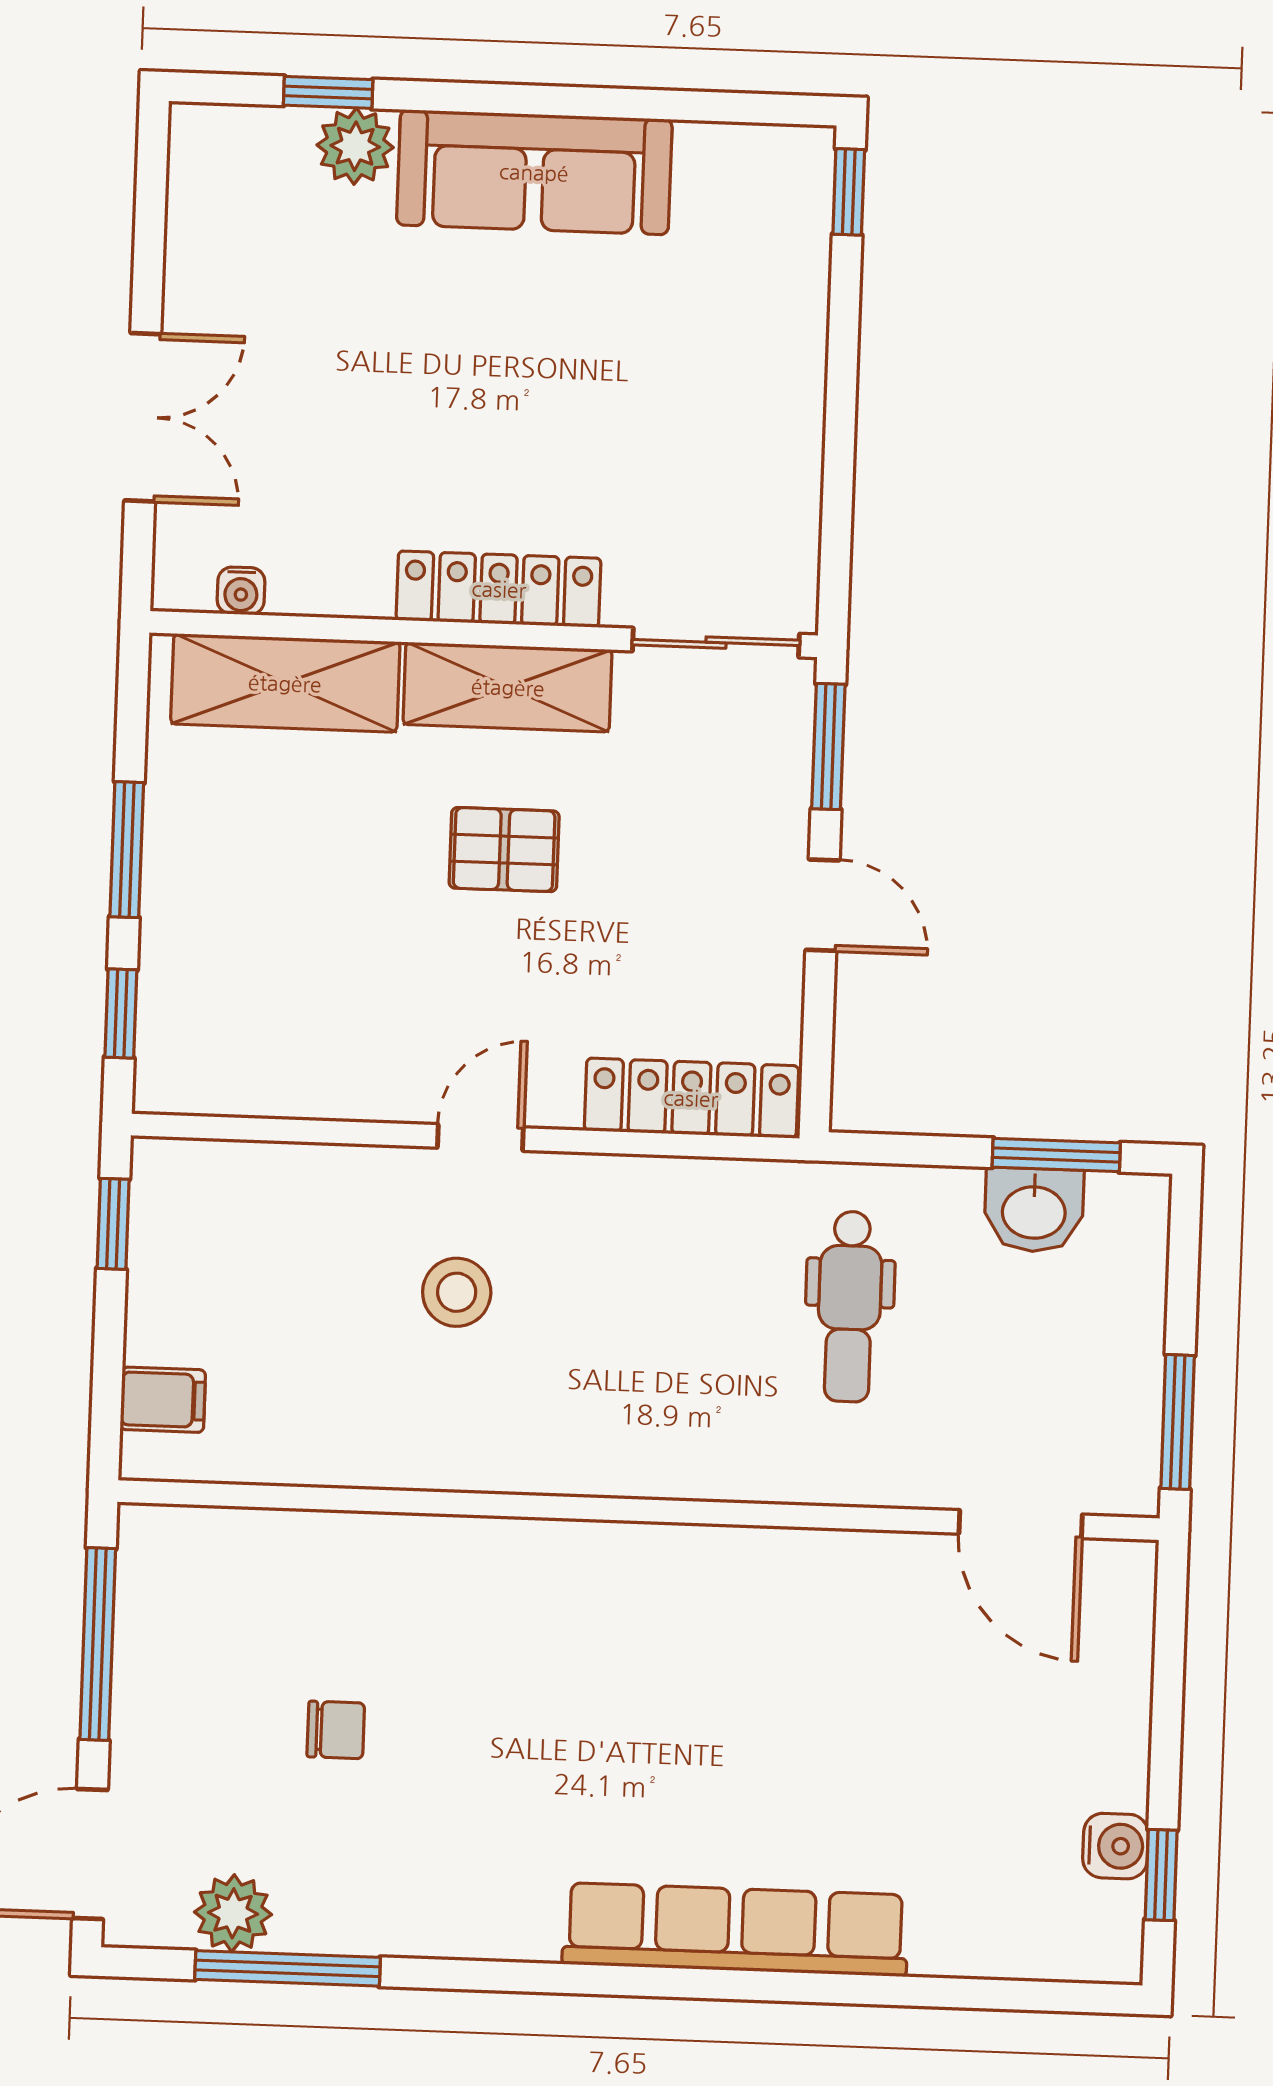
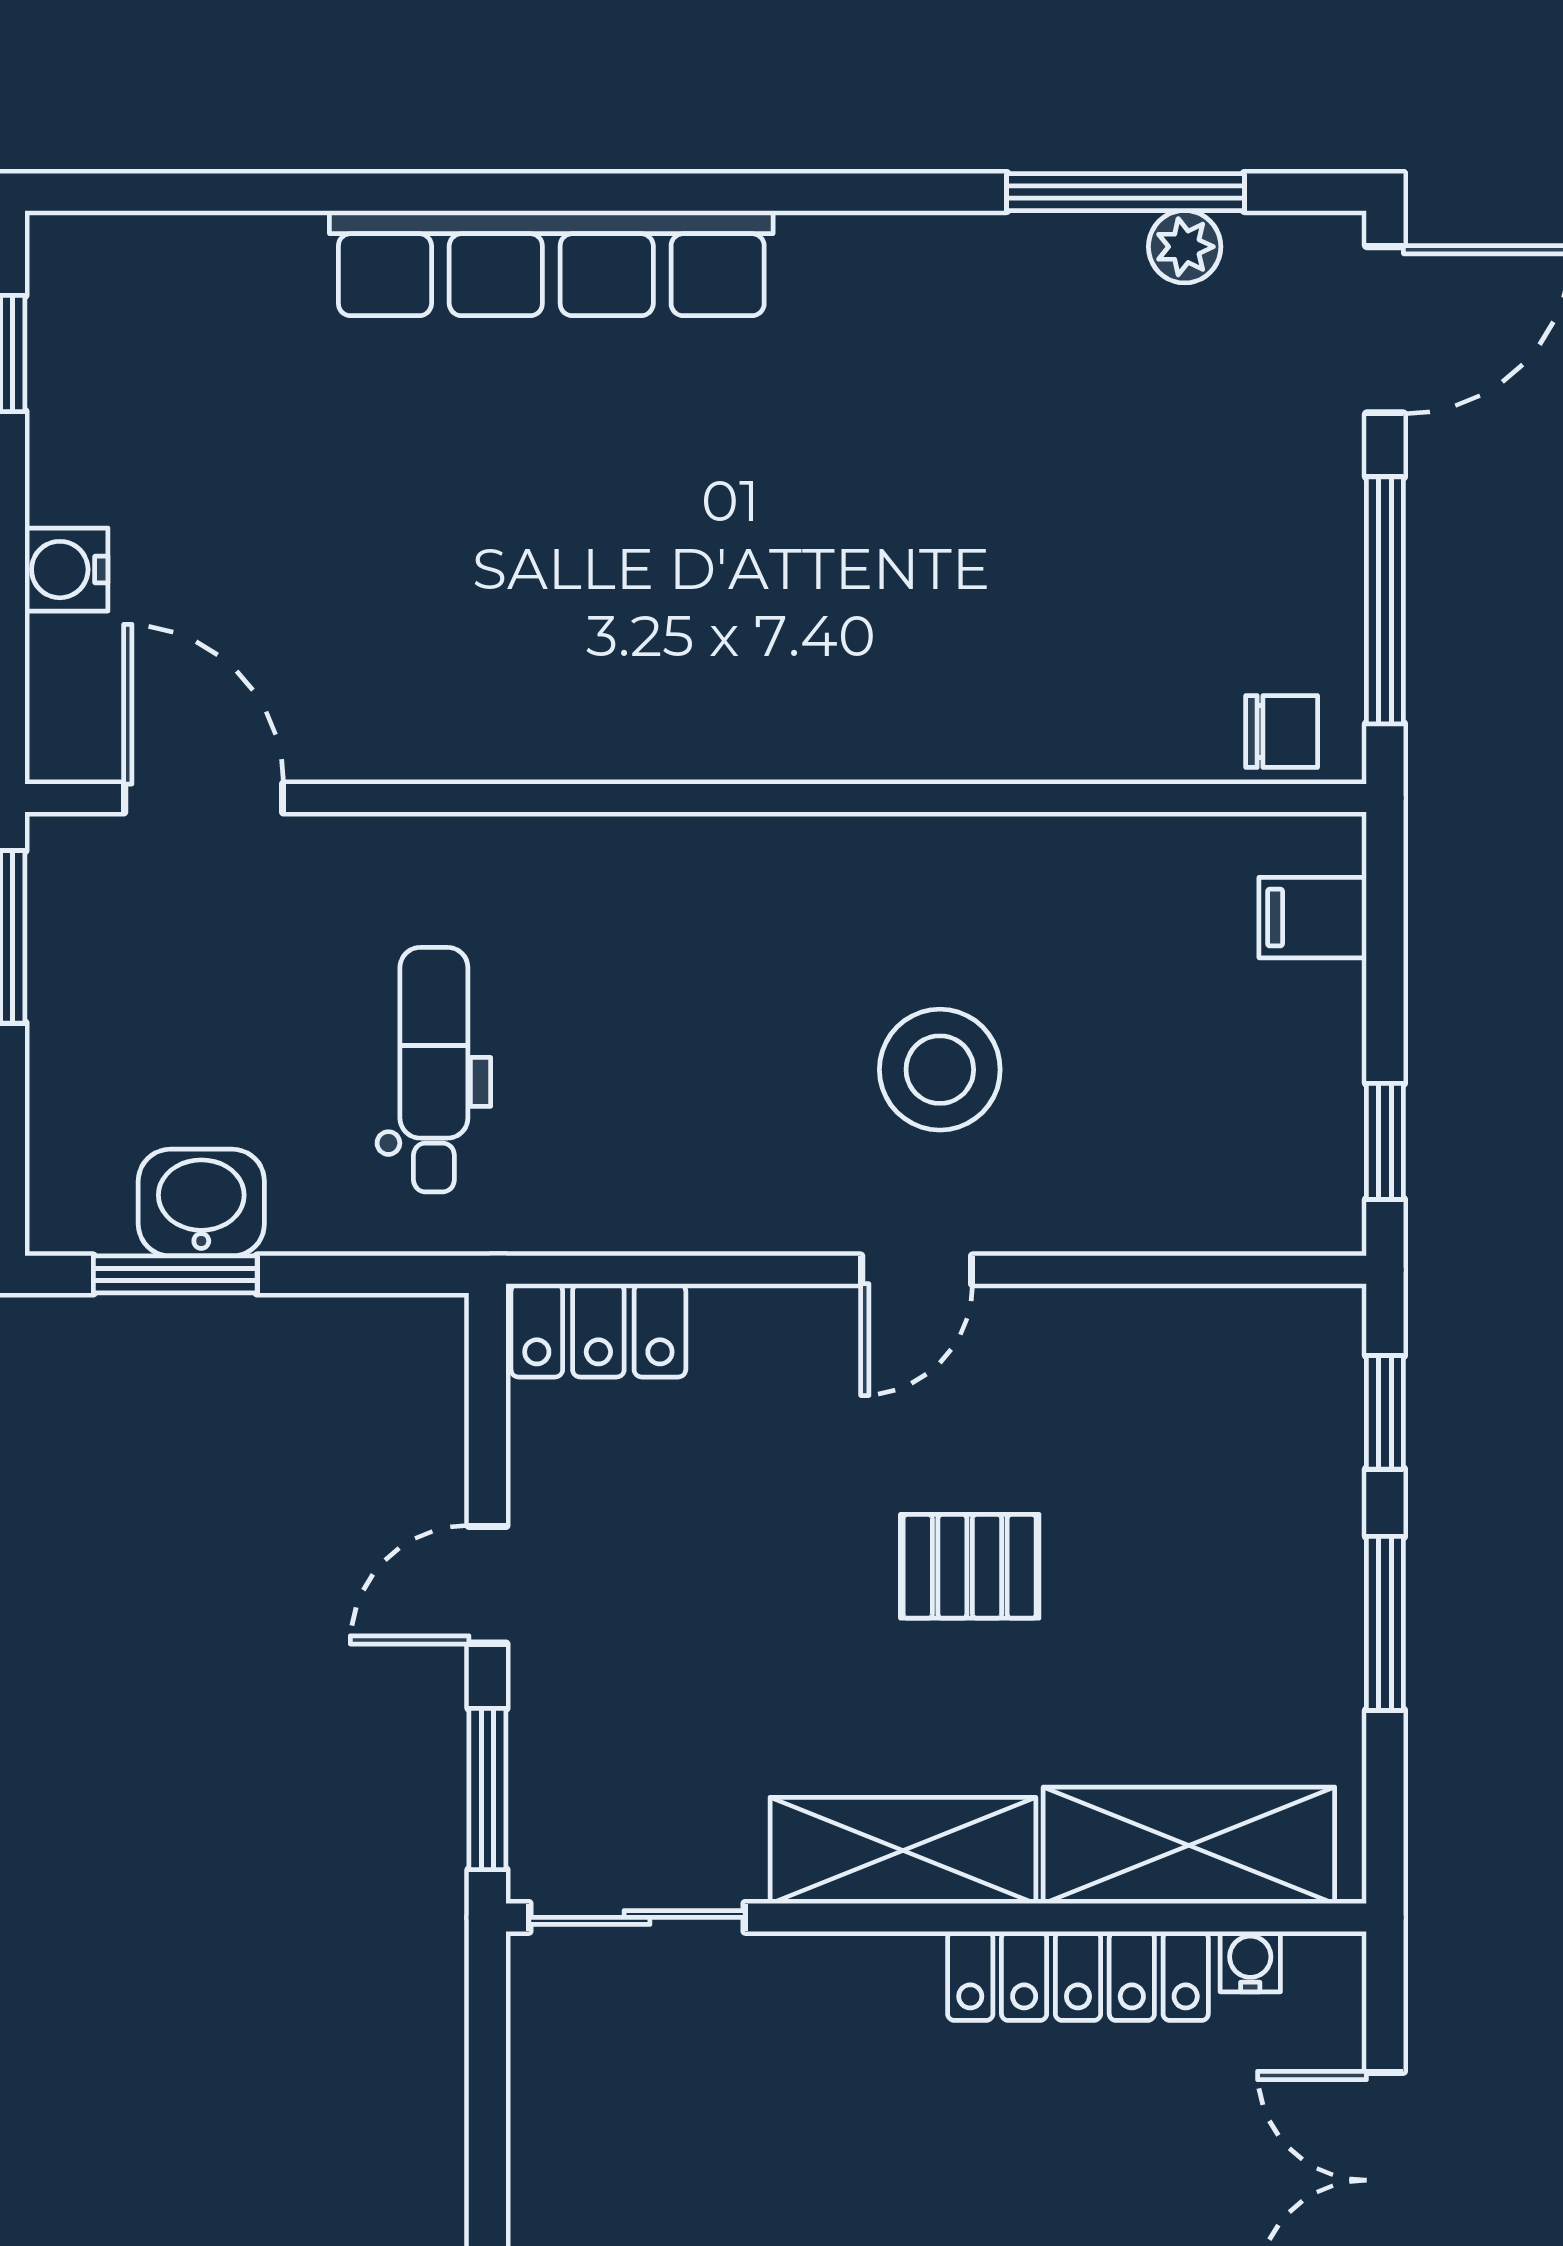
locker: (499, 589) -> (1078, 1976), moved
pallet: (504, 850) -> (970, 1566), moved
door: (823, 905) -> (487, 1585), hinge flipped
locker: (691, 1098) -> (598, 1330), width x0.66
stool: (457, 1292) -> (940, 1070), width x1.38, depth x1.38
chair: (336, 1730) -> (1282, 732), moved, turned 180
water cooler: (1115, 1846) -> (66, 570), moved
plant: (233, 1913) -> (1185, 247), width x0.73, depth x0.73

